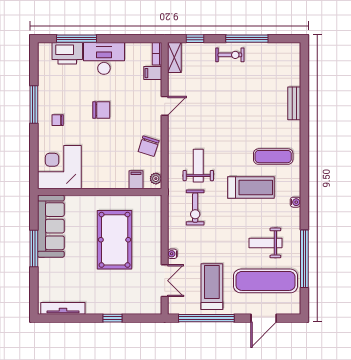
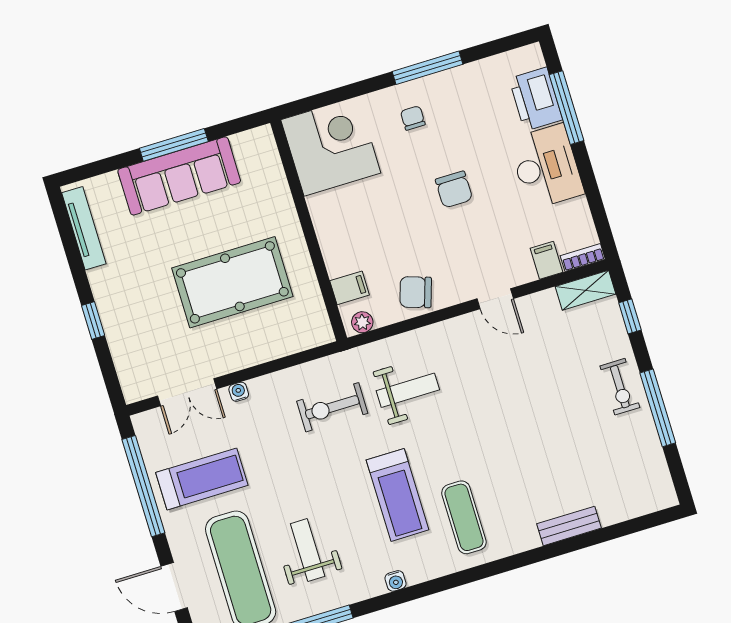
sofa: (51, 226) -> (179, 176), moved

